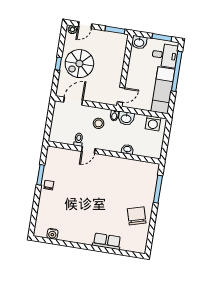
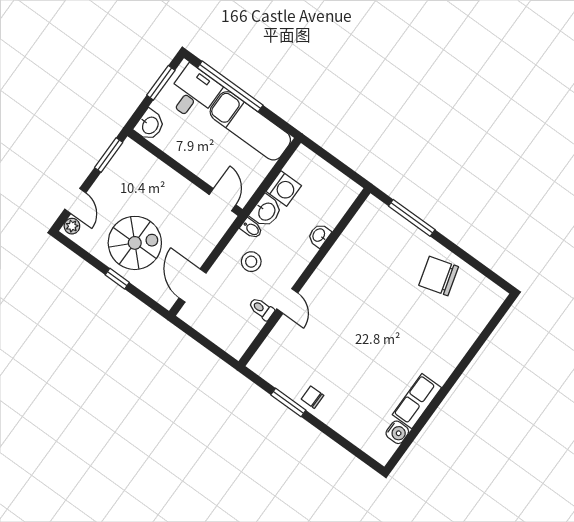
spiral stairs: (79, 64) -> (135, 243), turned -90
washing machine: (153, 123) -> (284, 189), moved
row of seats: (107, 241) -> (417, 401), moved

